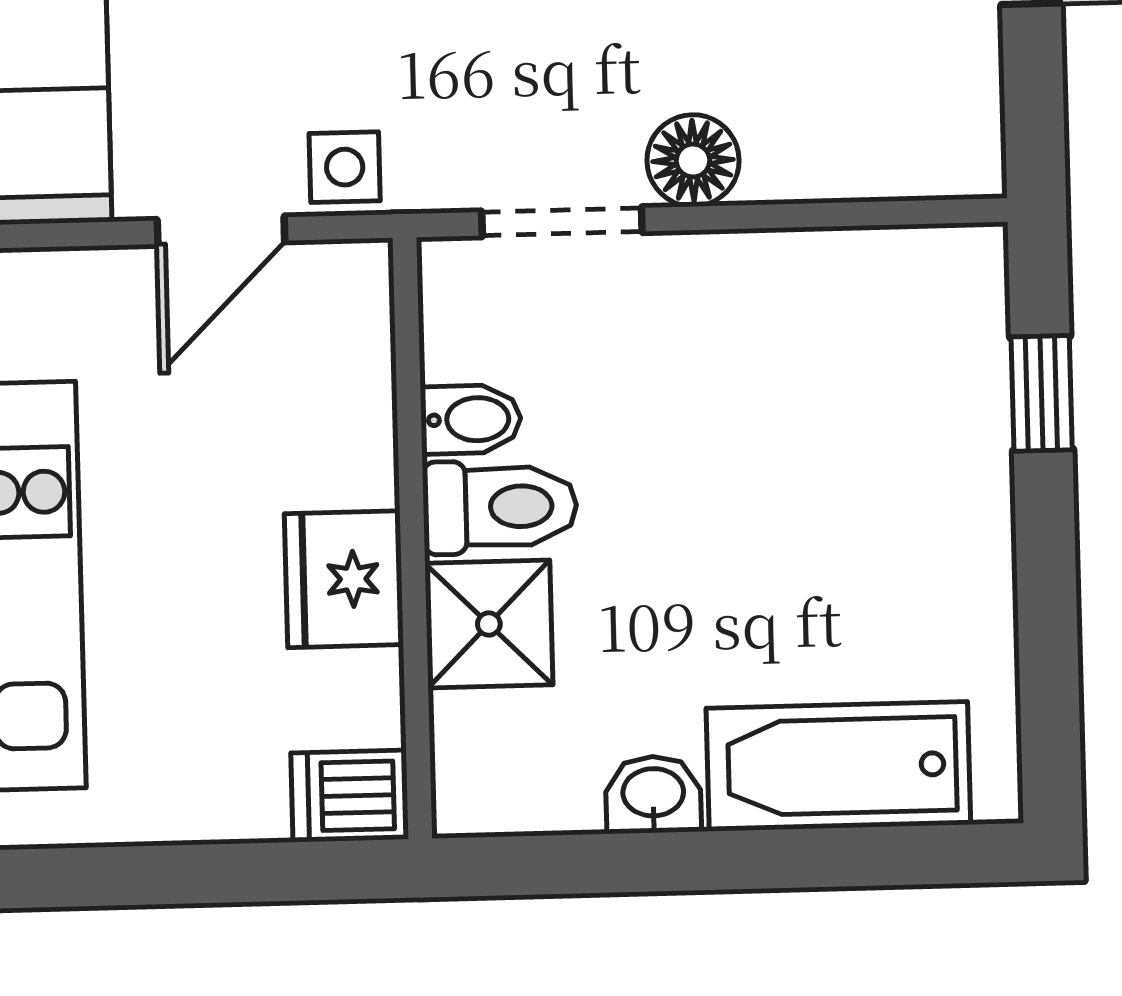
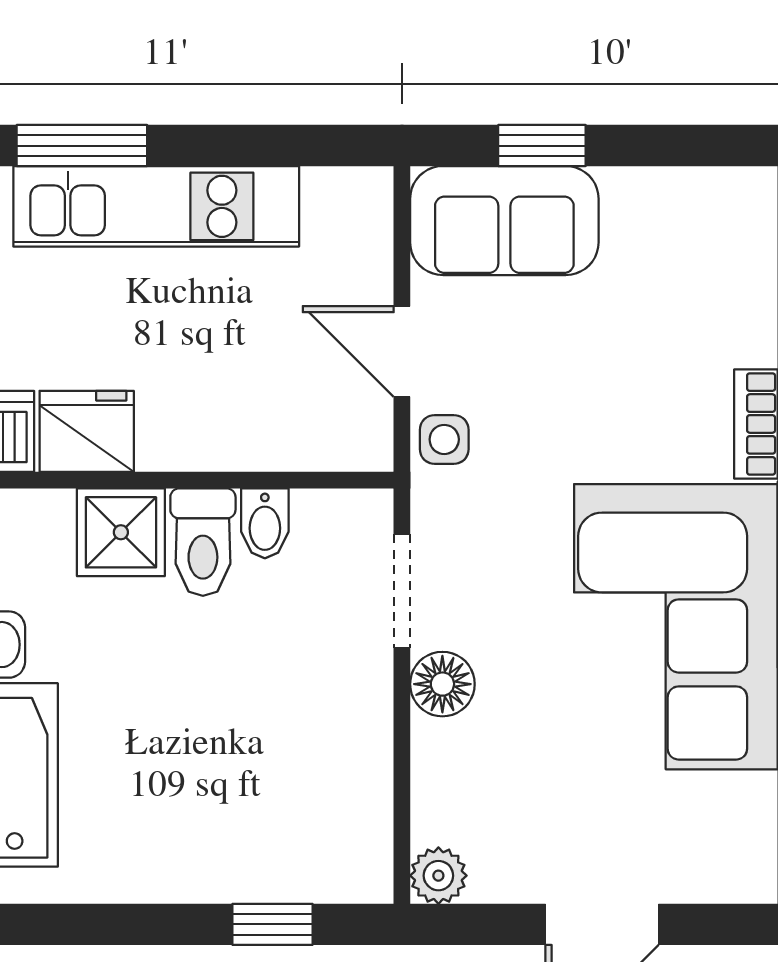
plant: (966, 159) -> (438, 876), added
fridge: (344, 579) -> (87, 431), moved

